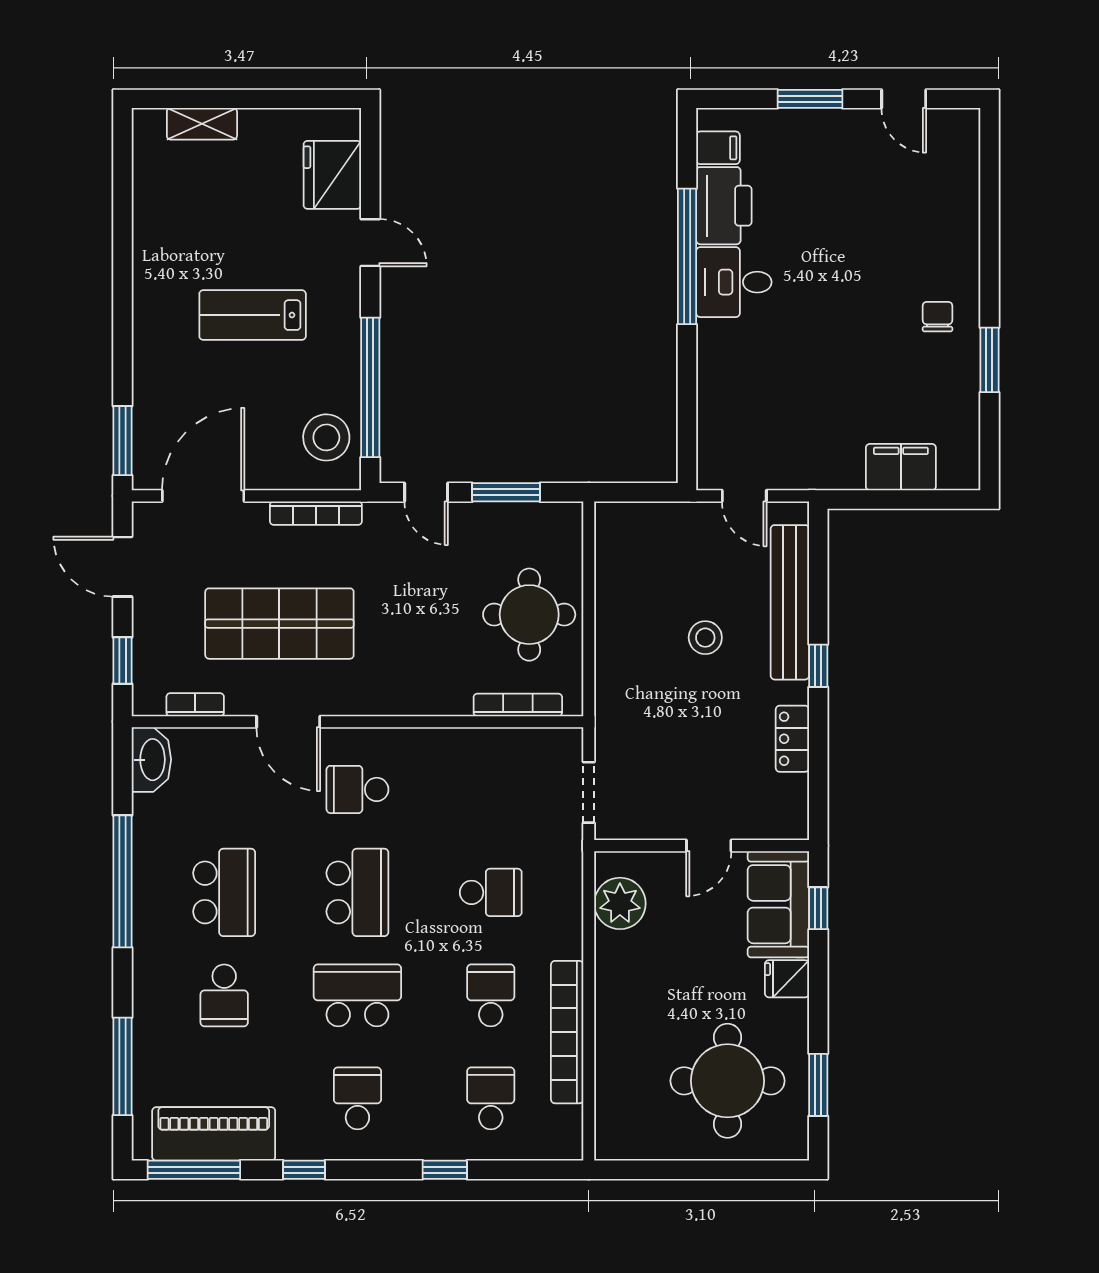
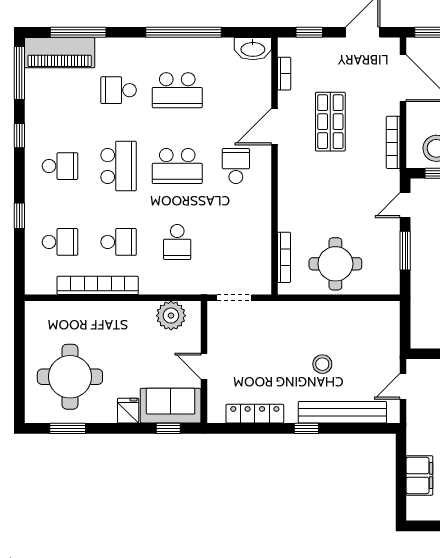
shop shelf: (279, 624) -> (330, 122), width x0.70, depth x0.74
locker: (792, 739) -> (255, 414), width x1.53
piano: (214, 1134) -> (60, 53), moved, turned 90

